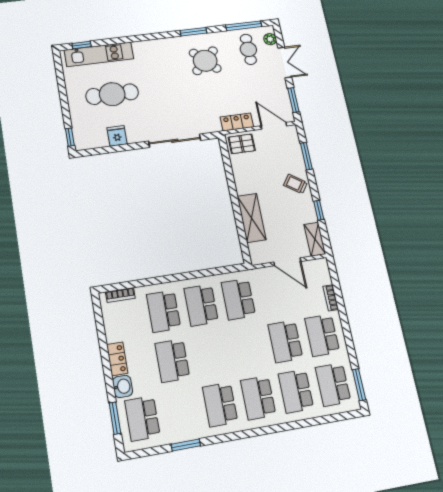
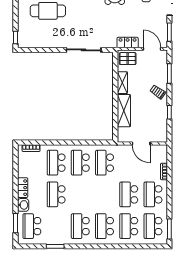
fridge: (117, 136) -> (46, 41), removed
shelving: (315, 239) -> (122, 83), moved

